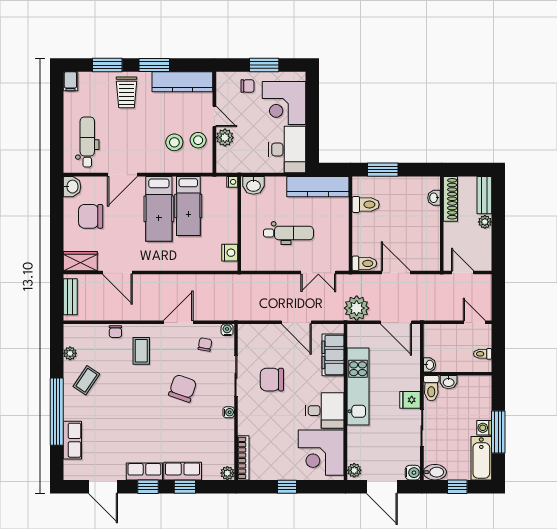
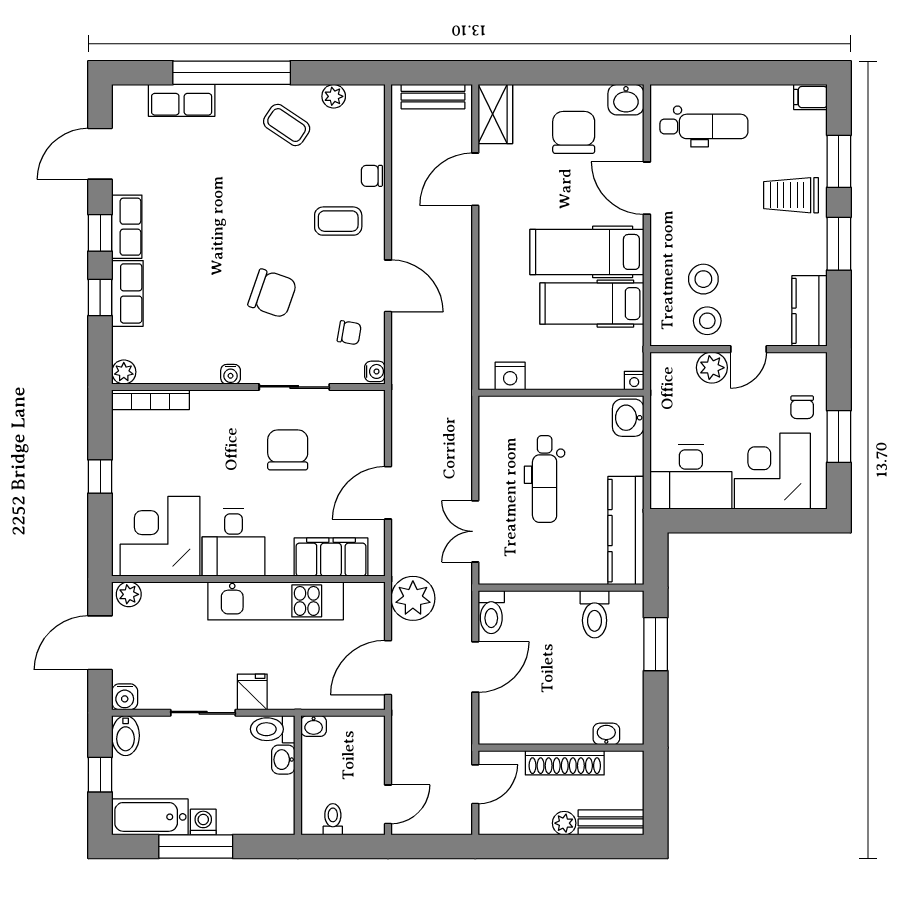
kitchen counter: (182, 82) -> (810, 311), width x0.67
shoe rack: (450, 199) -> (565, 763), moved

